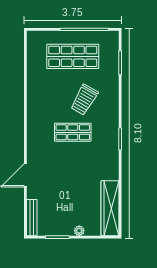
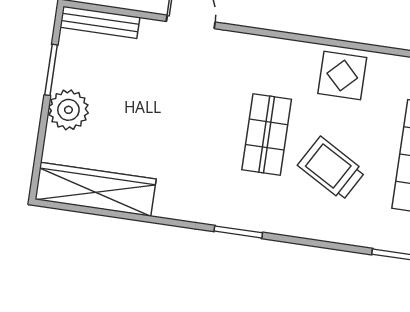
display table: (40, 101) -> (342, 76), added
plant: (79, 231) -> (68, 110), width x1.87, depth x1.87

